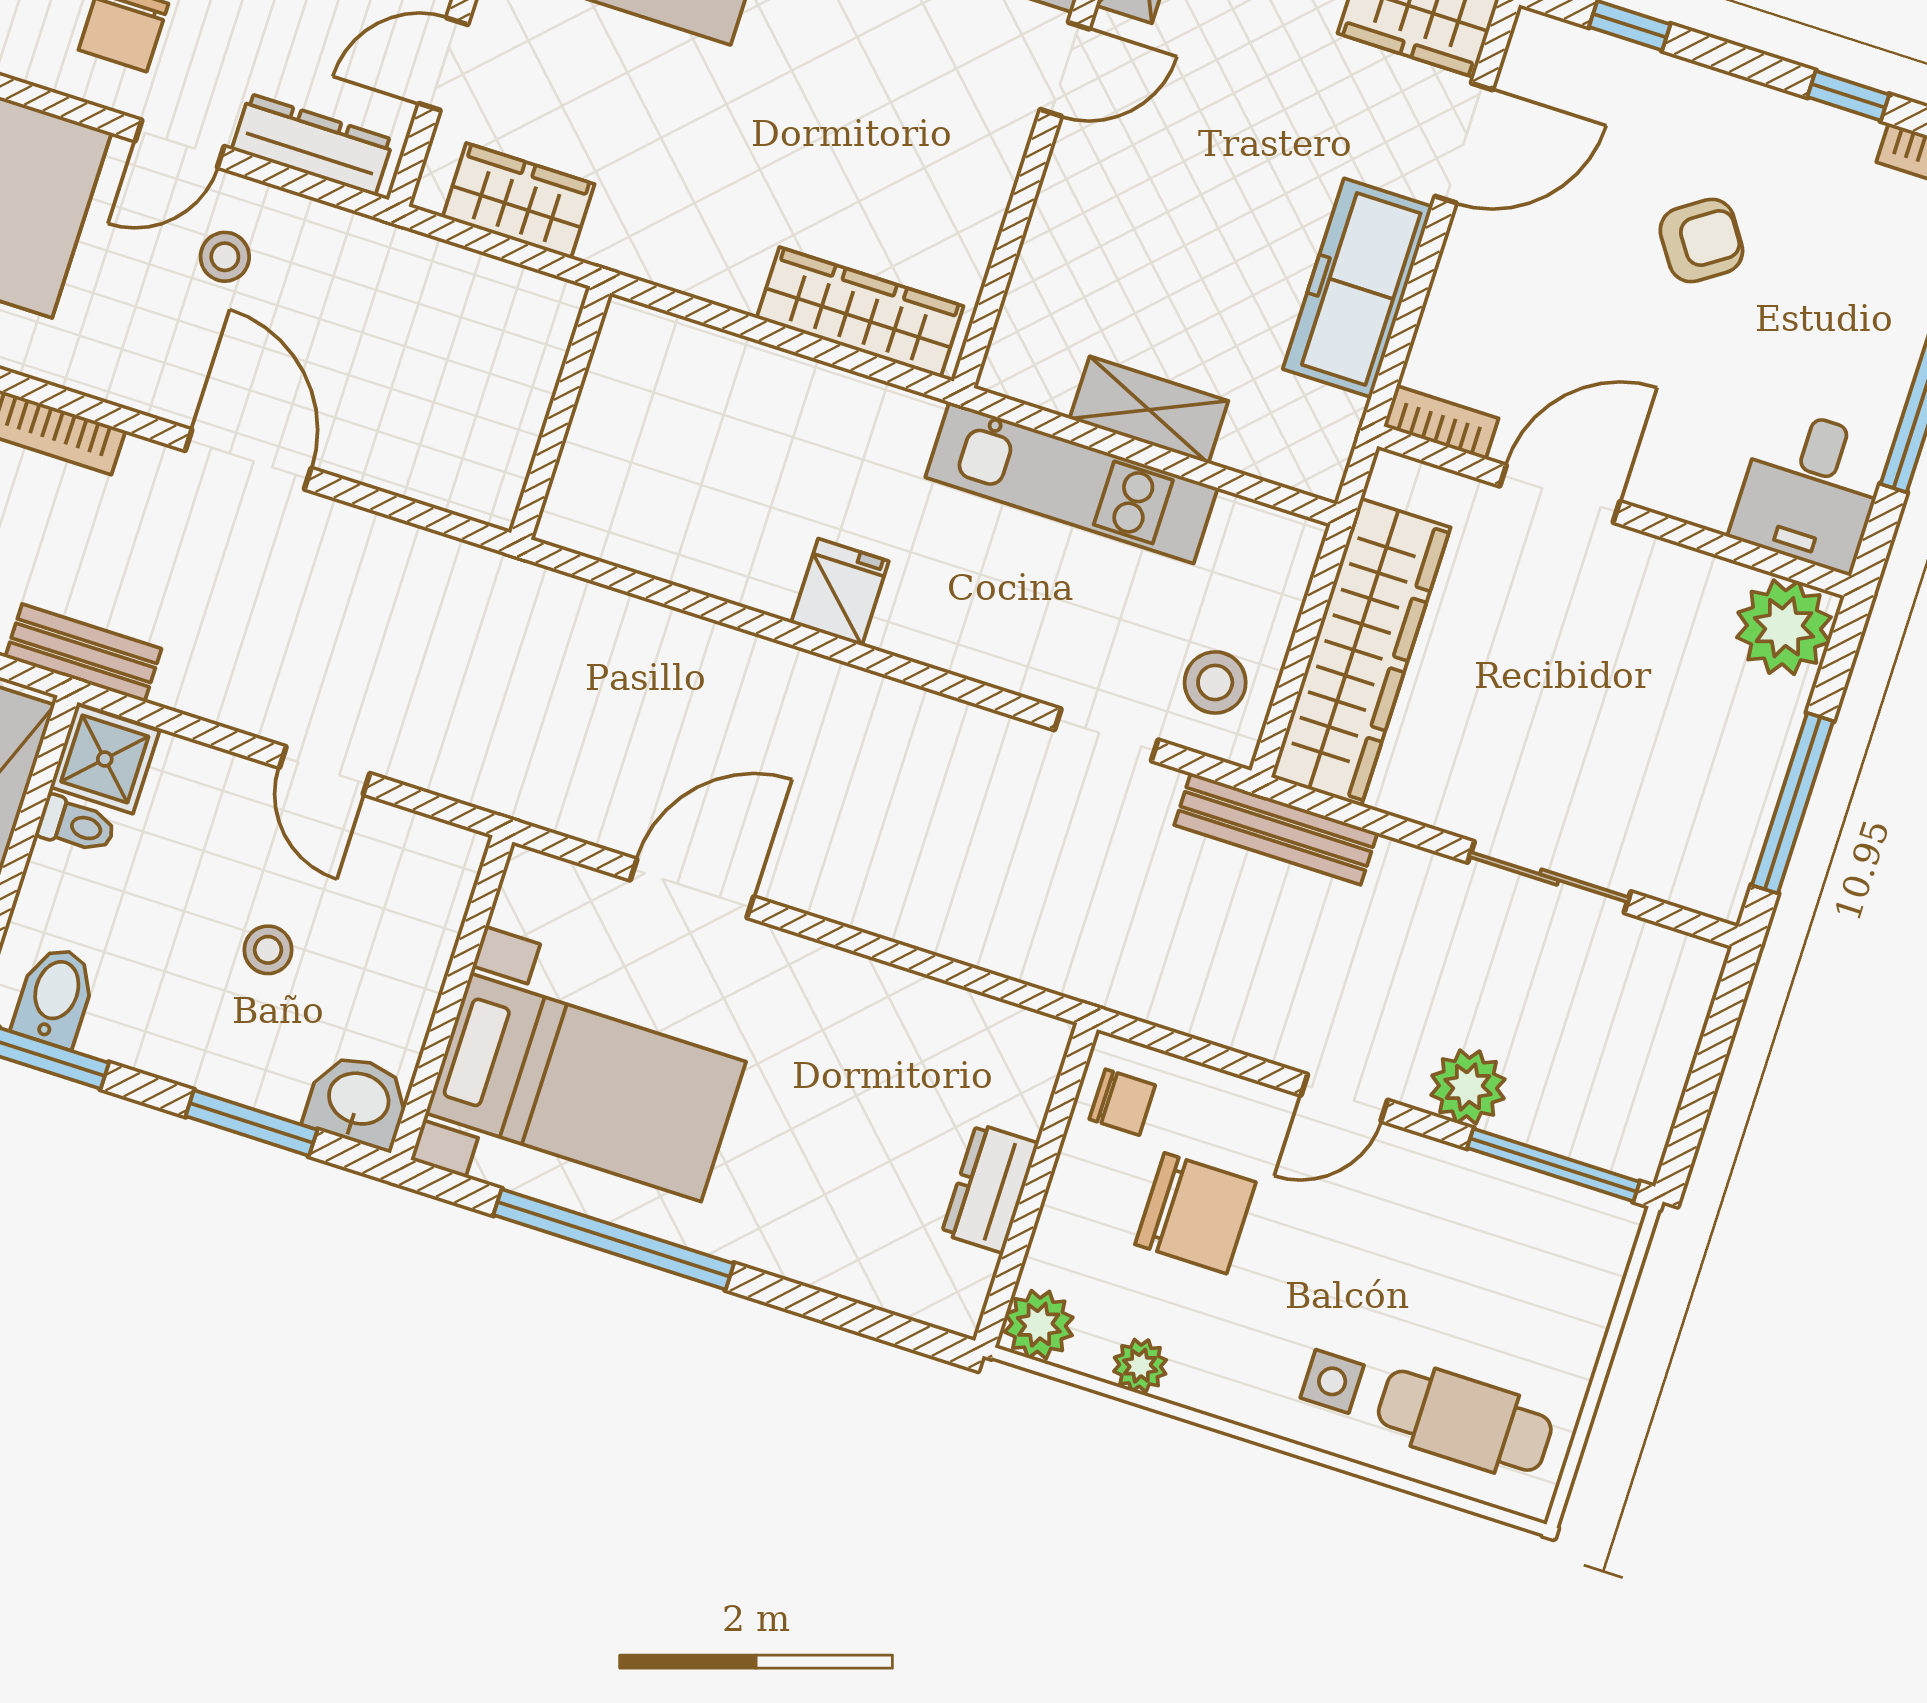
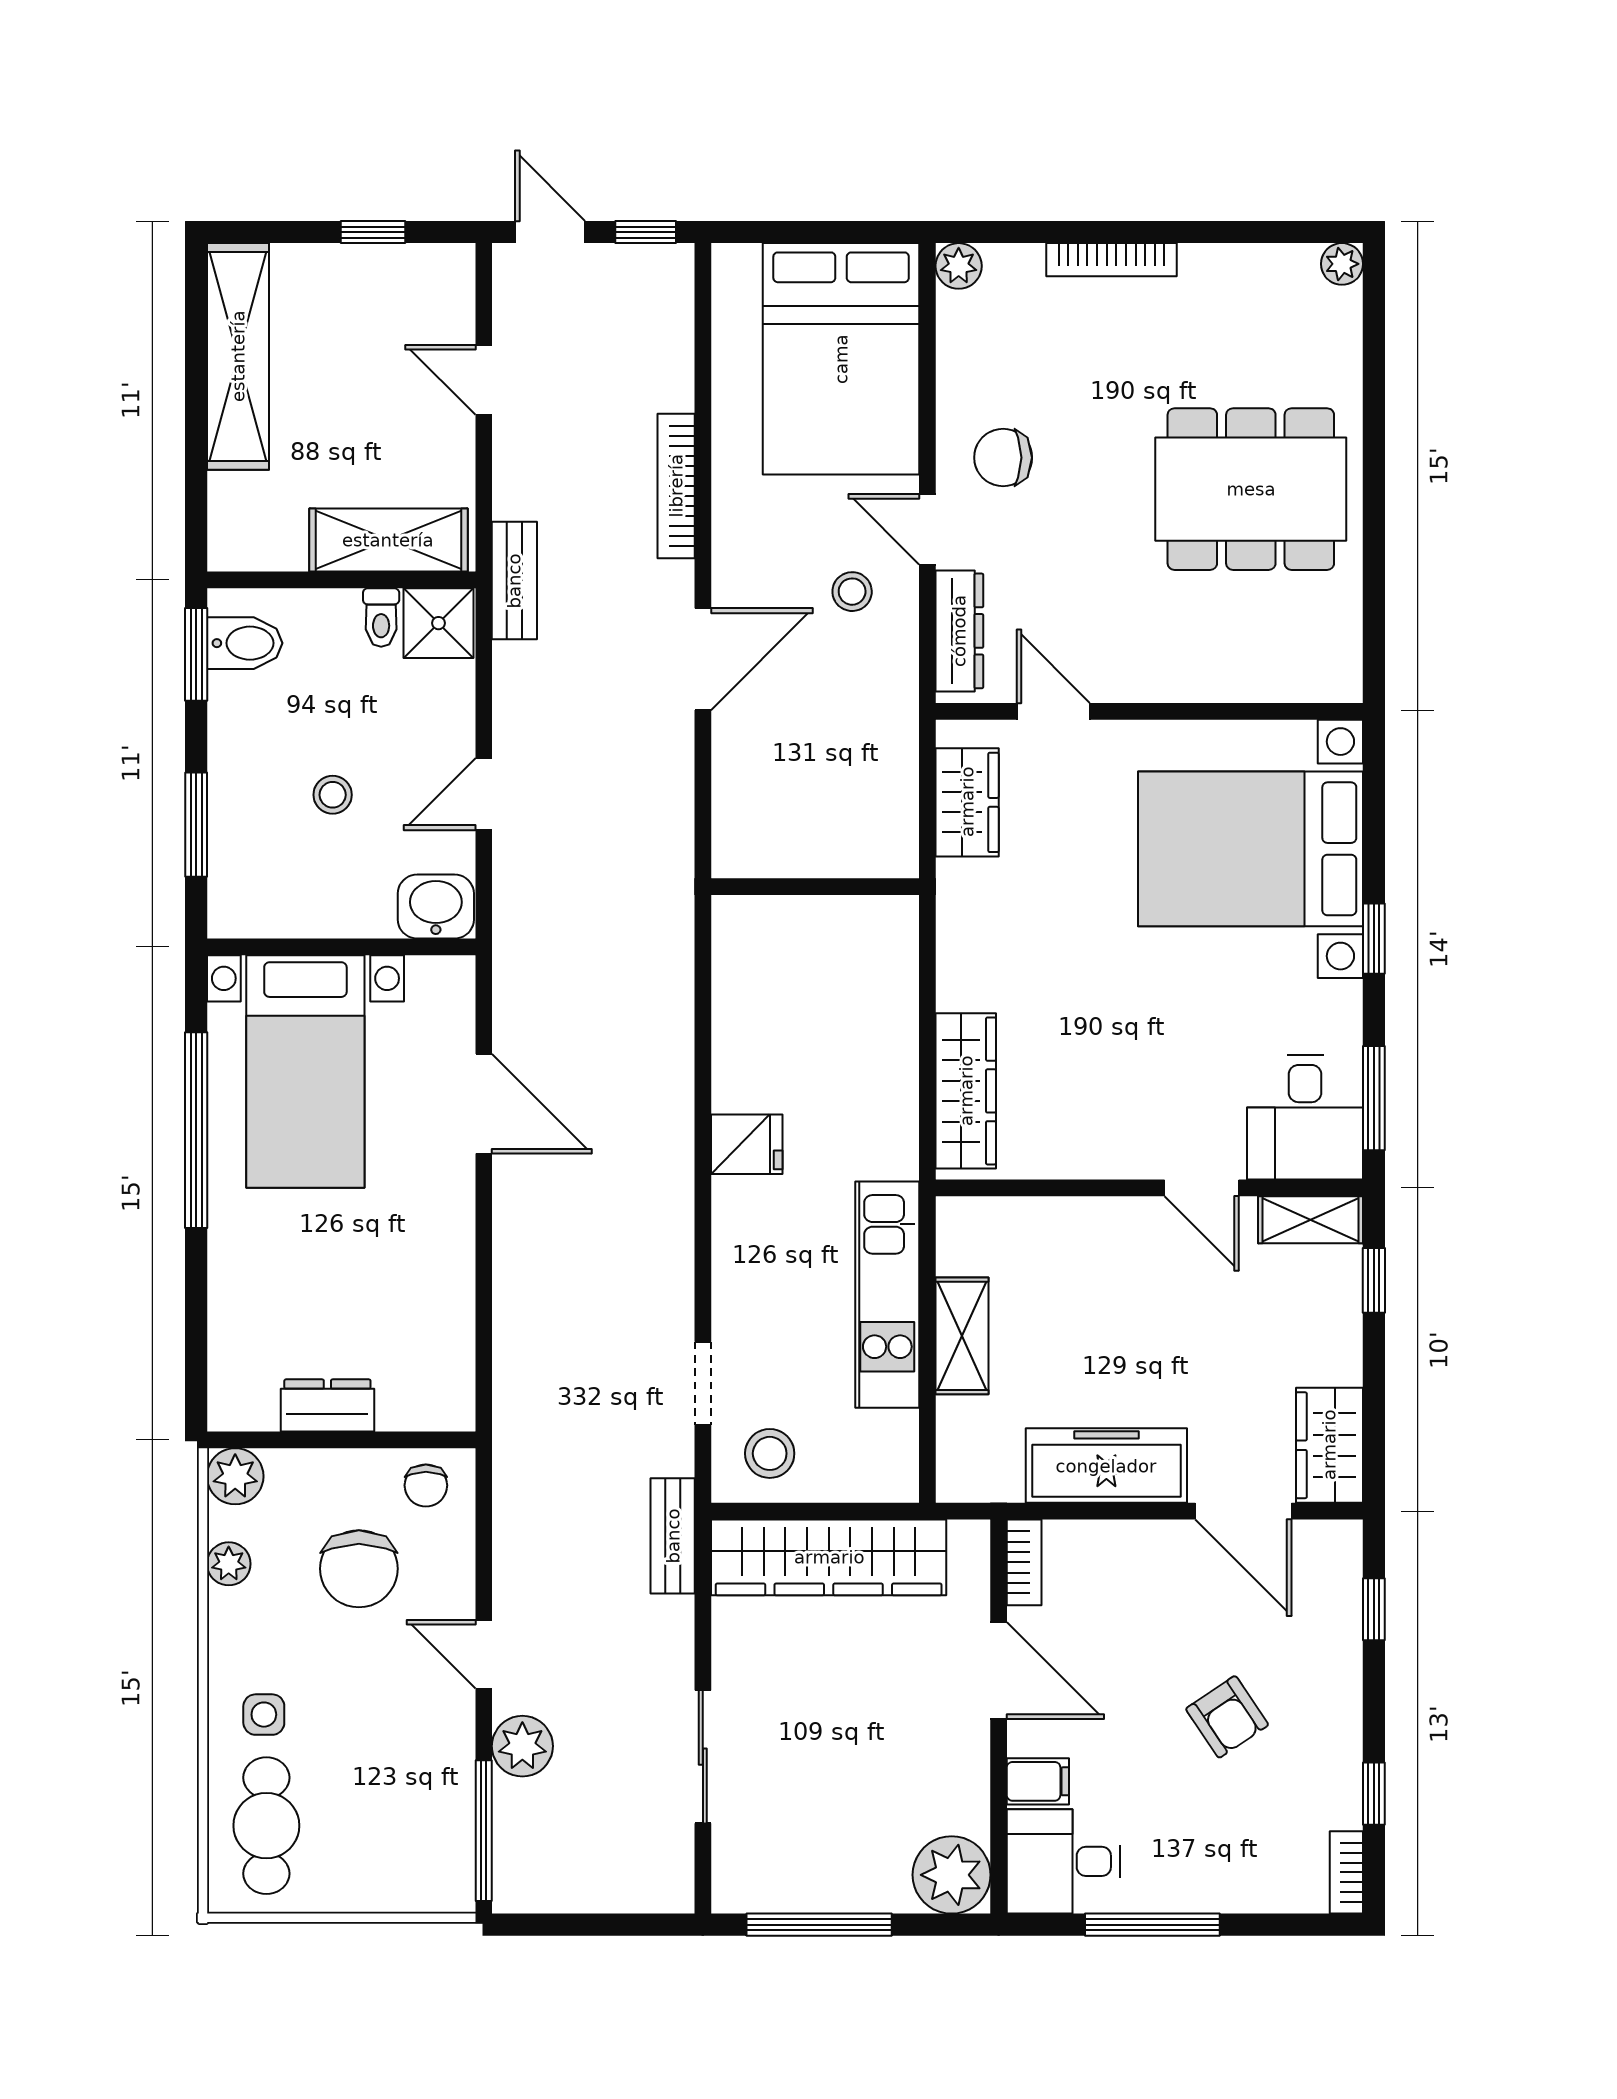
filing cabinet: (1706, 489) -> (1038, 1781), added
bench: (1276, 829) -> (673, 1536), width x0.73
washbasin: (358, 1101) -> (436, 907), moved, turned -90

